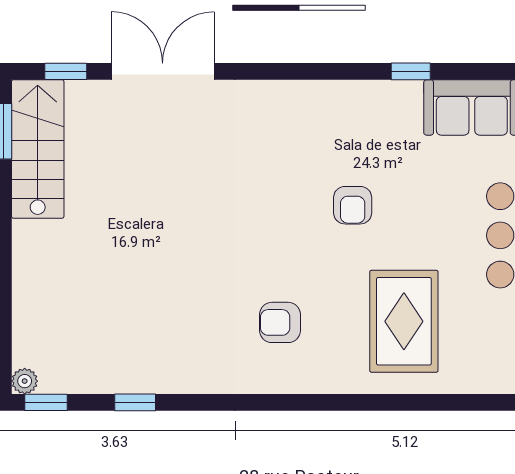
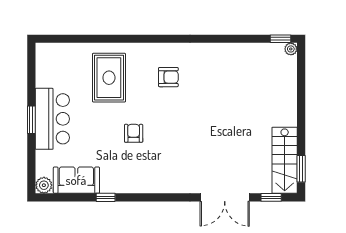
window: (135, 402) -> (238, 39), removed

